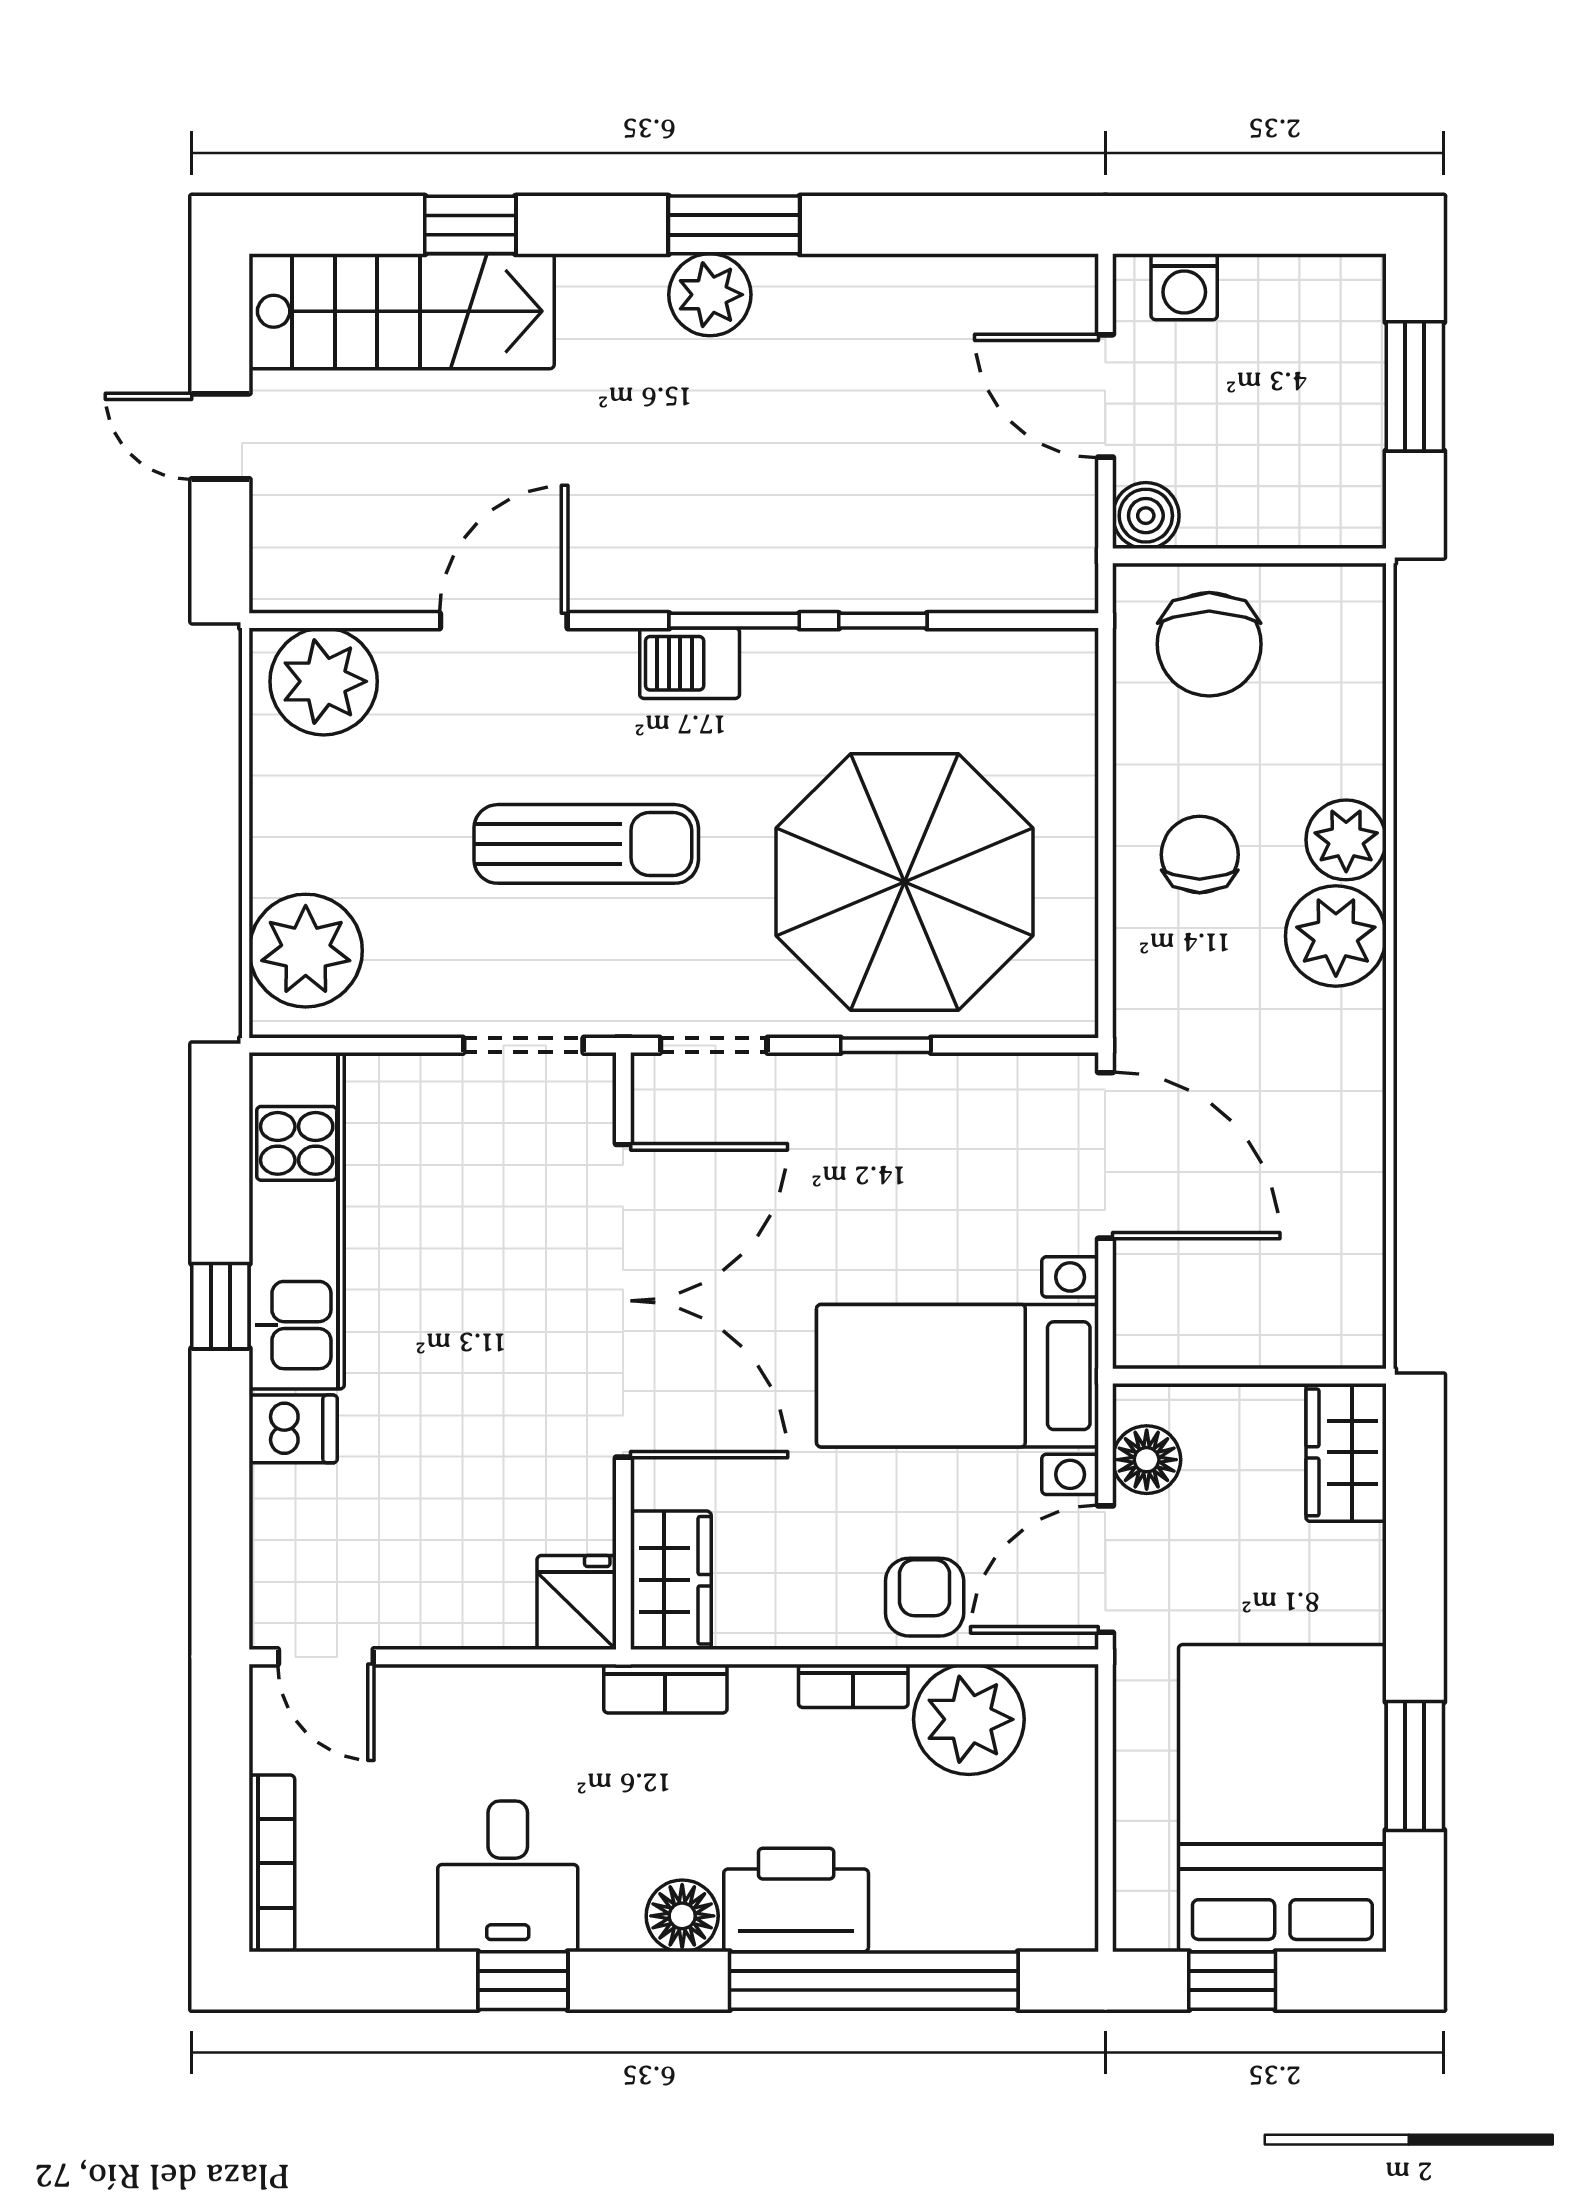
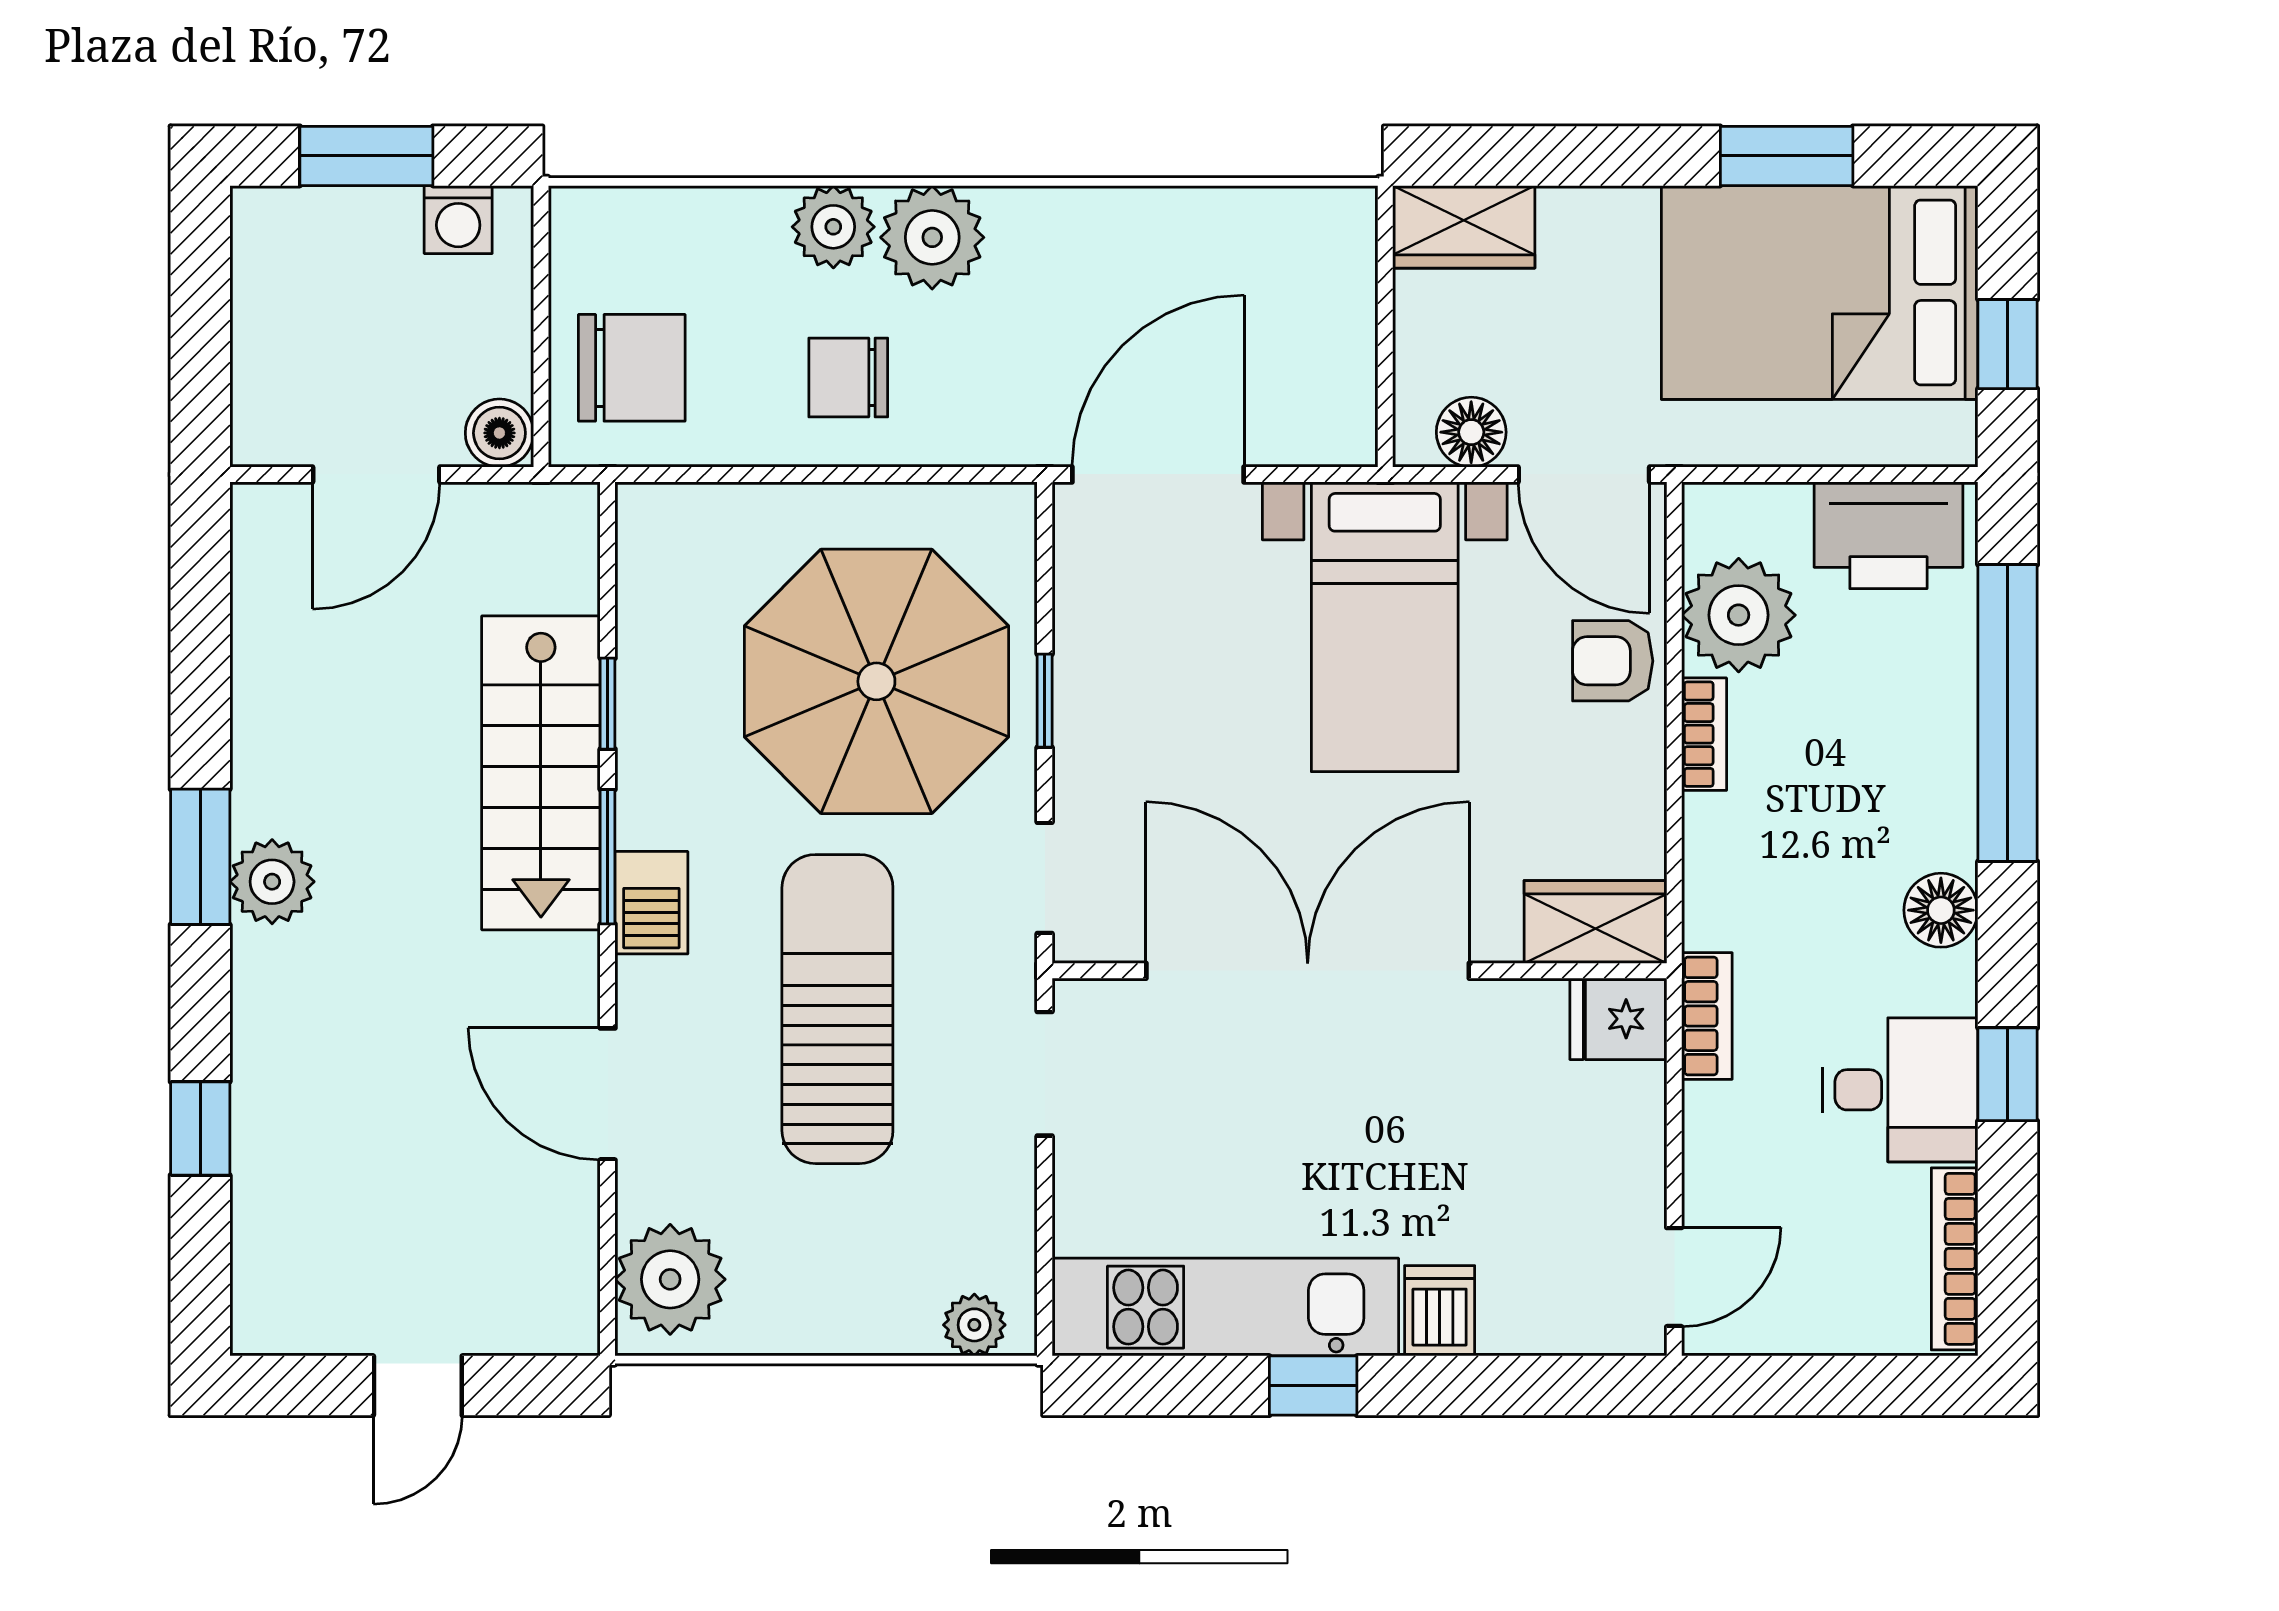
washing machine: (1184, 287) -> (458, 220), moved, turned 90
stairs: (402, 311) -> (541, 773), moved, turned 180
sun lounger: (586, 844) -> (837, 1009), width x1.36, depth x1.34
plant: (306, 951) -> (974, 1325), width x0.53, depth x0.53
bookcase: (665, 1689) -> (1707, 1016), moved
bookcase: (272, 1863) -> (1955, 1259), moved, turned -90
printer: (796, 1900) -> (1888, 535), moved, turned -90

